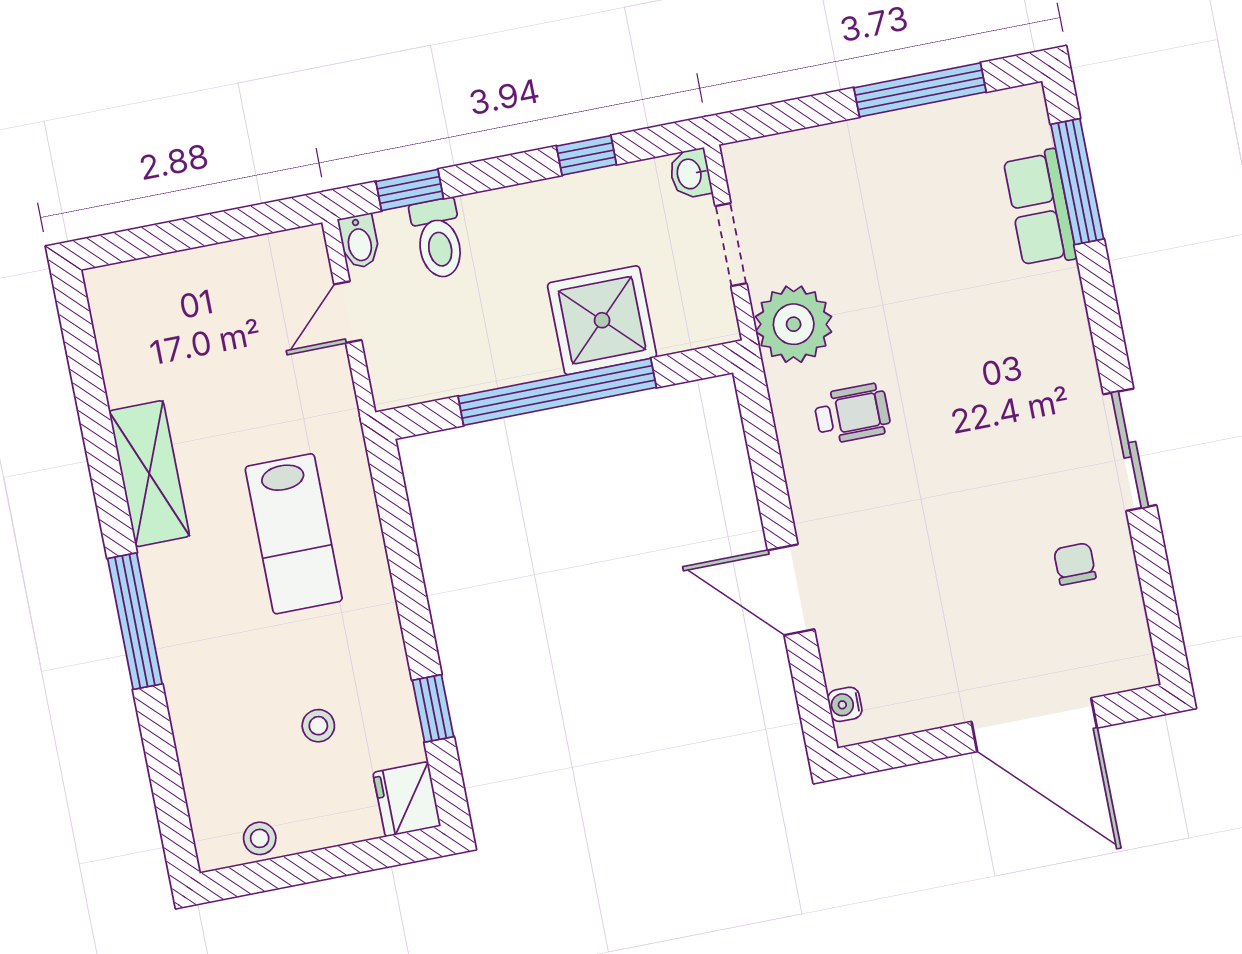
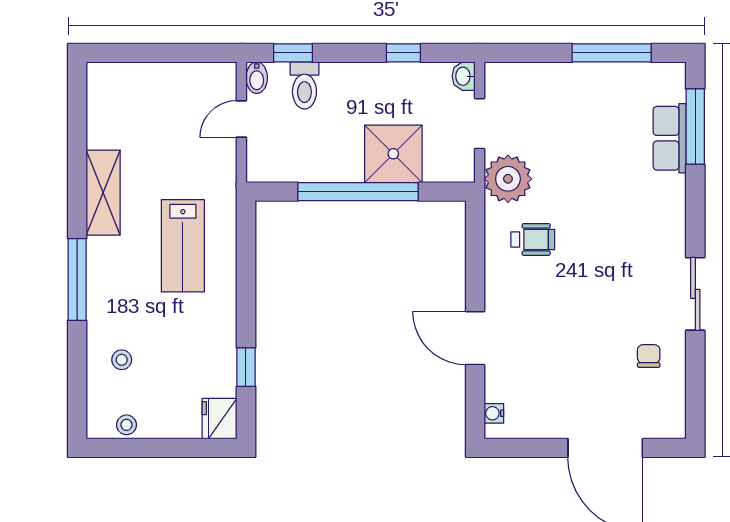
stool: (318, 726) -> (122, 360), moved

